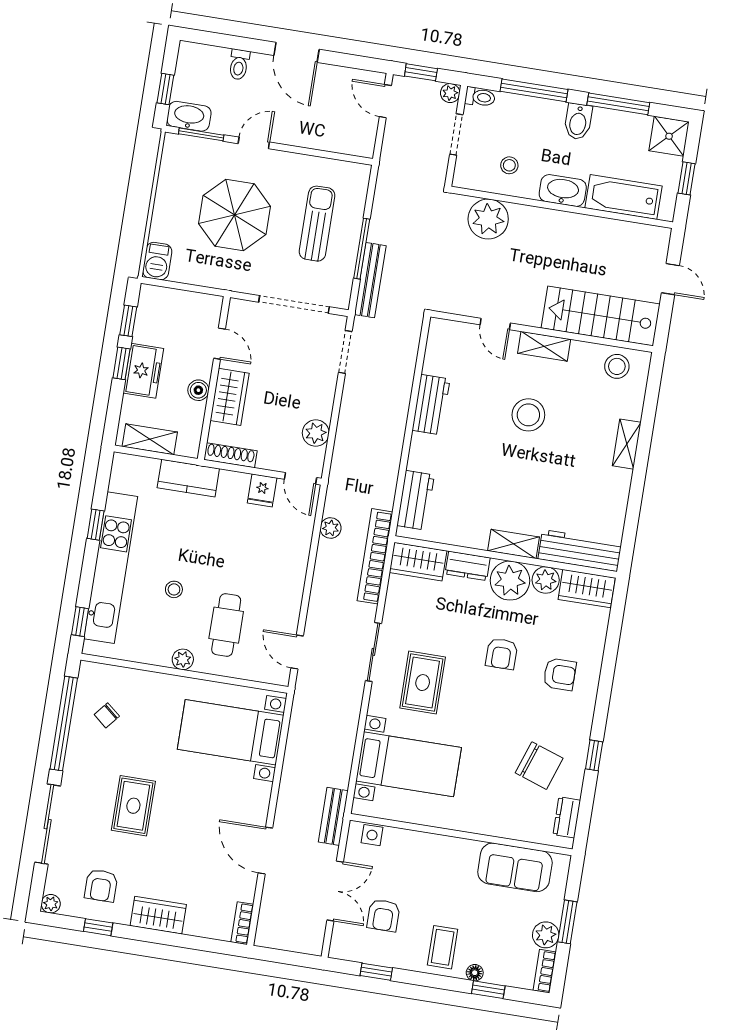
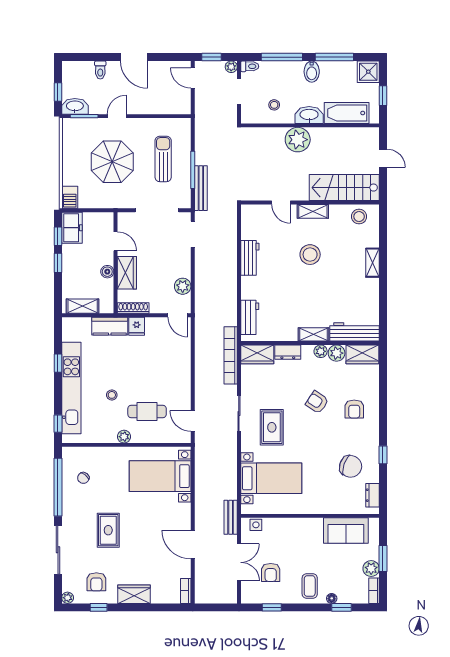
plant: (488, 219) -> (298, 140), moved
freezer: (143, 371) -> (72, 228), moved
fridge: (262, 490) -> (137, 326), moved
plant: (331, 528) -> (201, 342), removed
plant: (510, 581) -> (321, 351), width x0.53, depth x0.53
cafe table: (226, 625) -> (147, 411), turned 90
armchair: (502, 654) -> (317, 402), turned 124
armchair: (560, 674) -> (354, 409), turned 90

